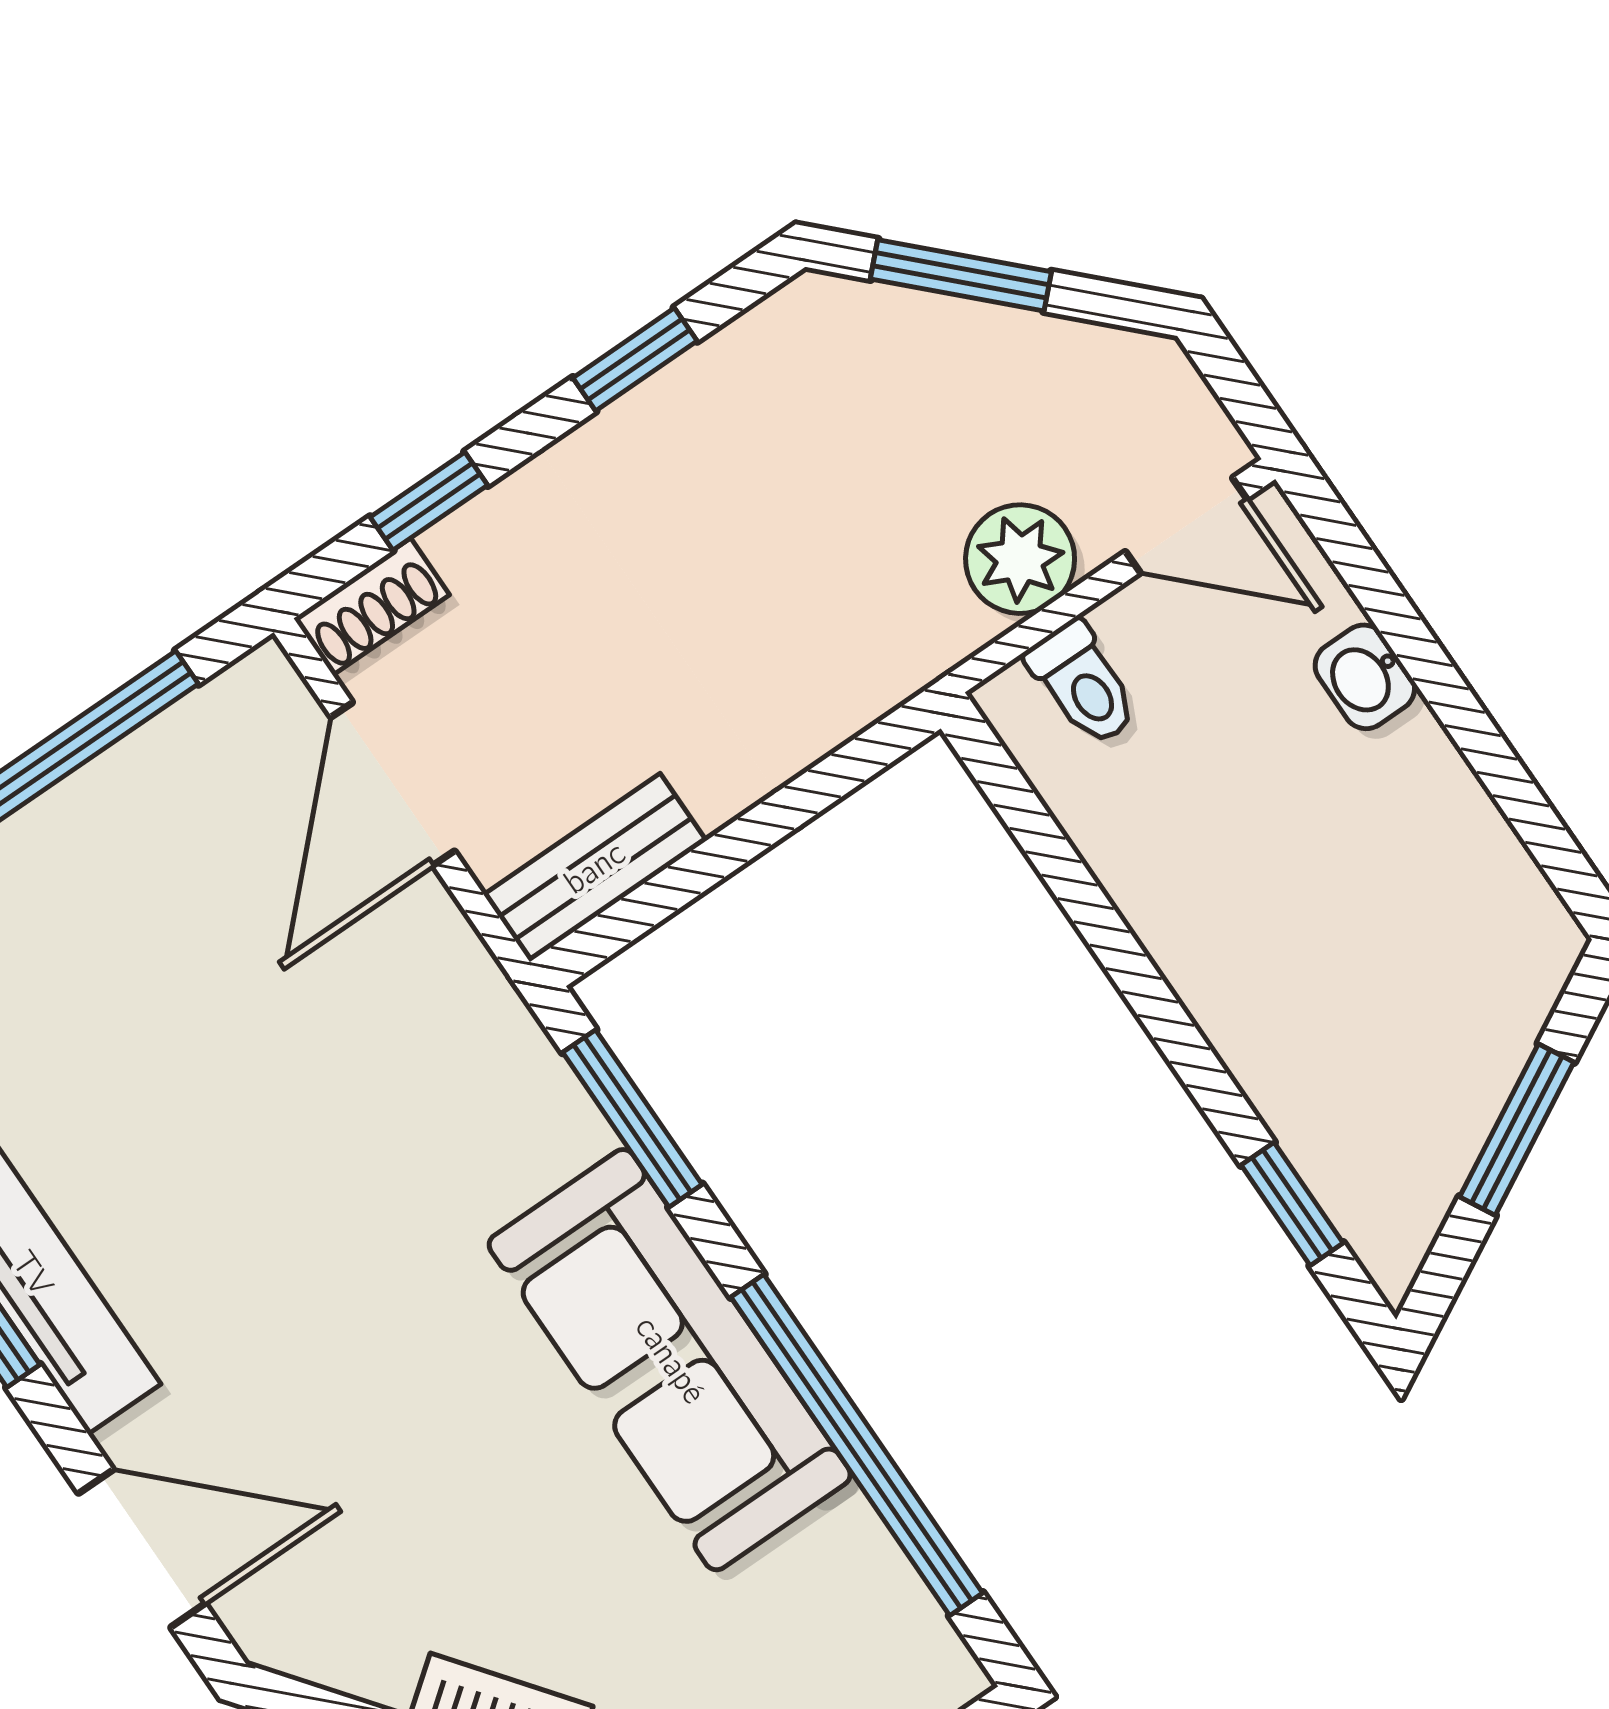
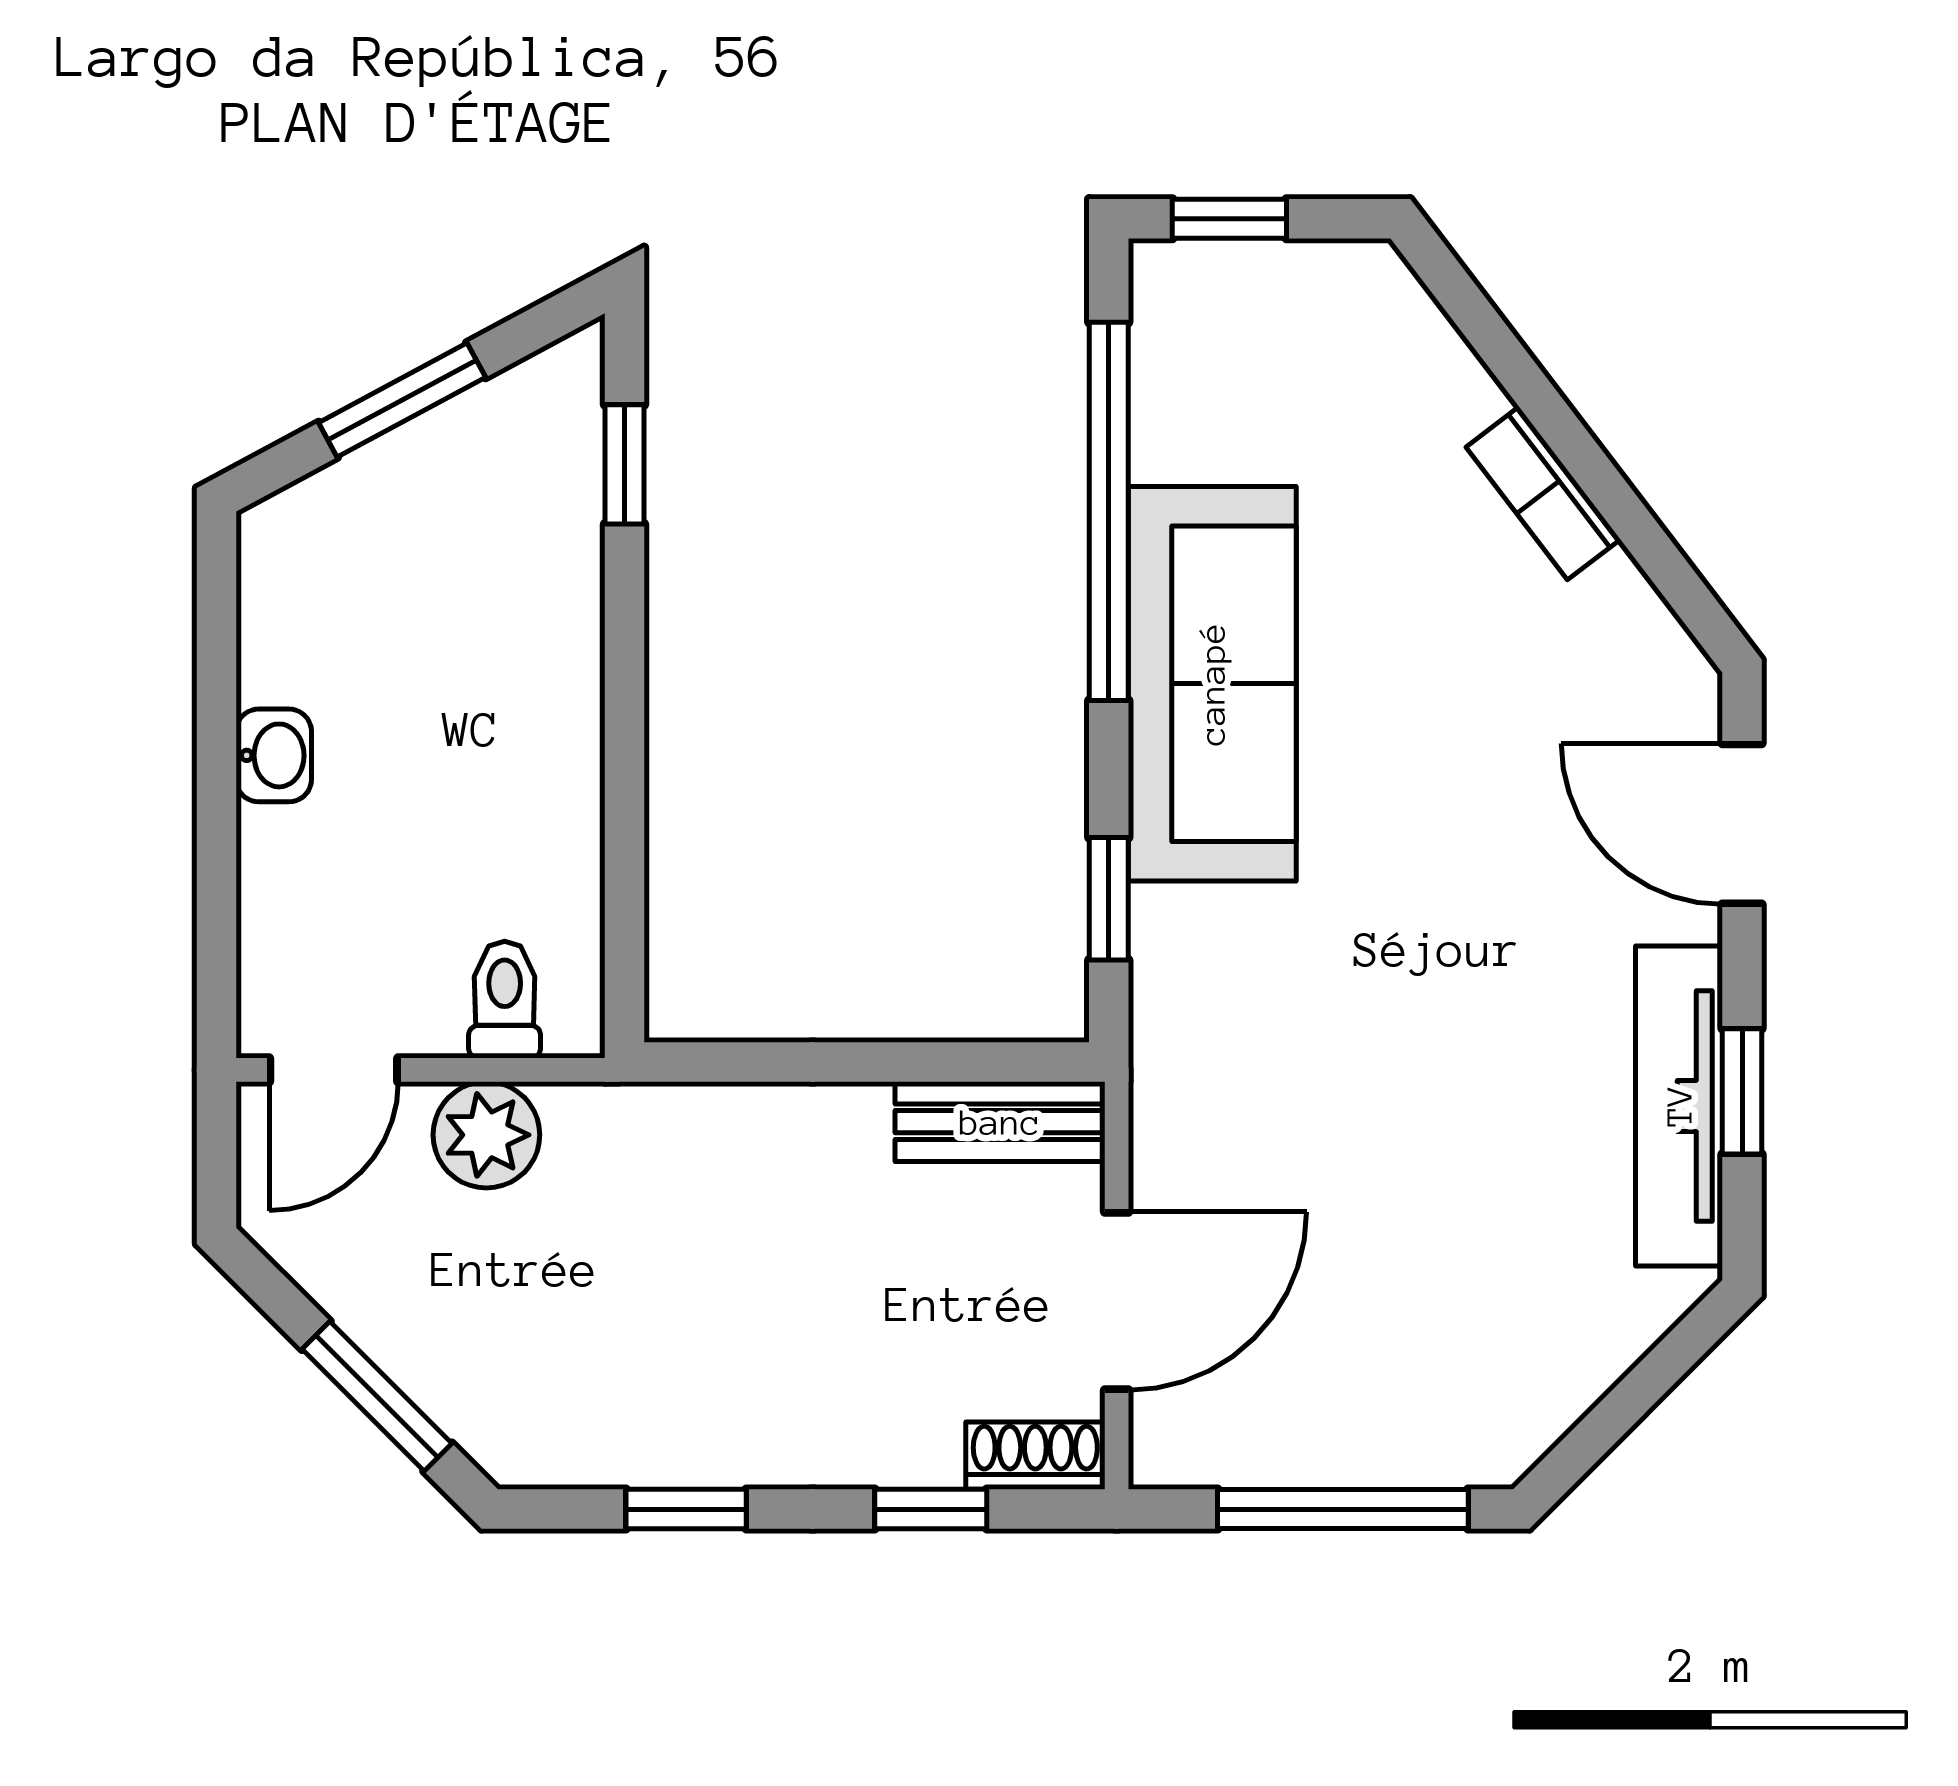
door: (1186, 525) -> (334, 1070), swing flipped
washbasin: (1365, 677) -> (274, 755), moved
window: (632, 1118) -> (1109, 899), width x0.67

